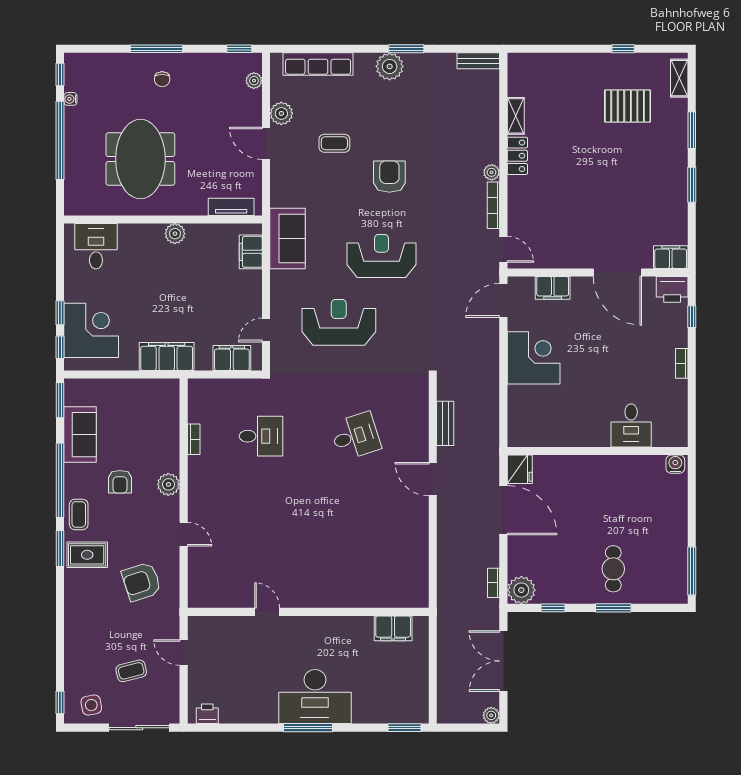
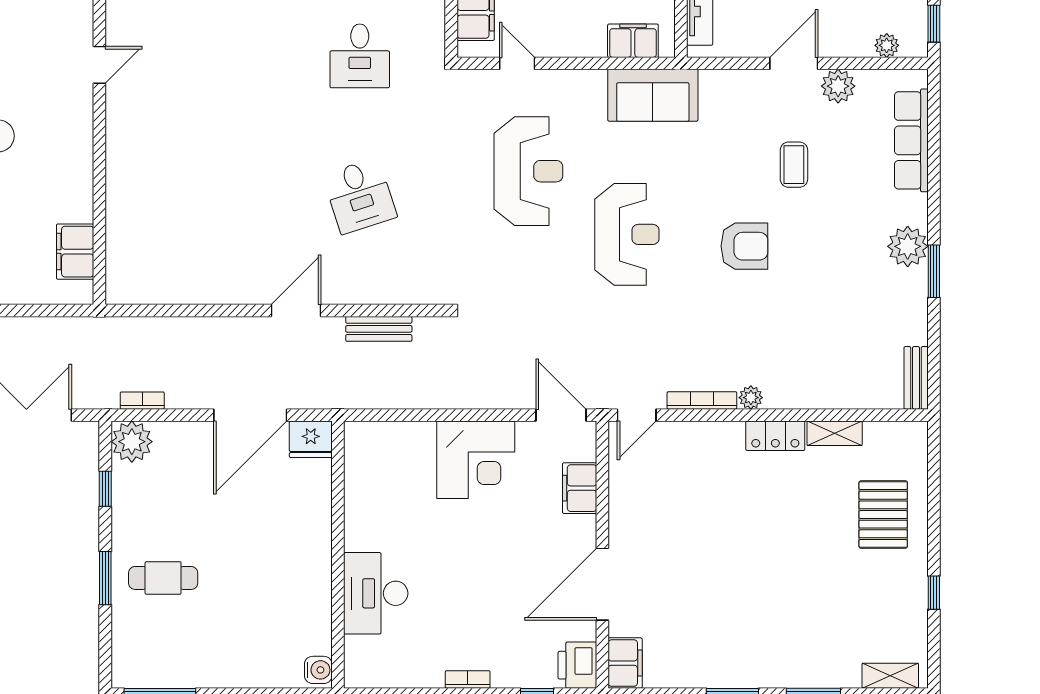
pallet: (628, 106) -> (883, 515), moved
desk: (631, 425) -> (376, 593), width x1.37

